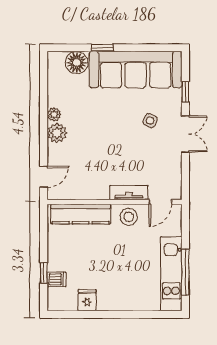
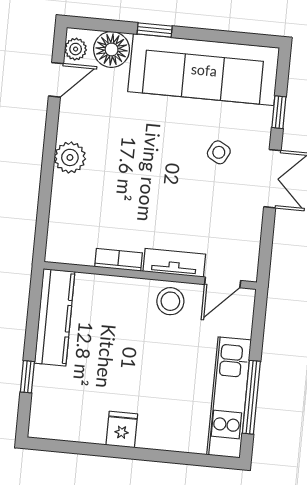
plant: (54, 114) -> (76, 49), moved
door: (44, 177) -> (56, 80), moved
bookcase: (94, 194) -> (118, 260), added
kitchen counter: (81, 214) -> (55, 317), moved, turned -90
dishwasher: (57, 279) -> (47, 389), removed
fridge: (87, 300) -> (122, 430), moved

